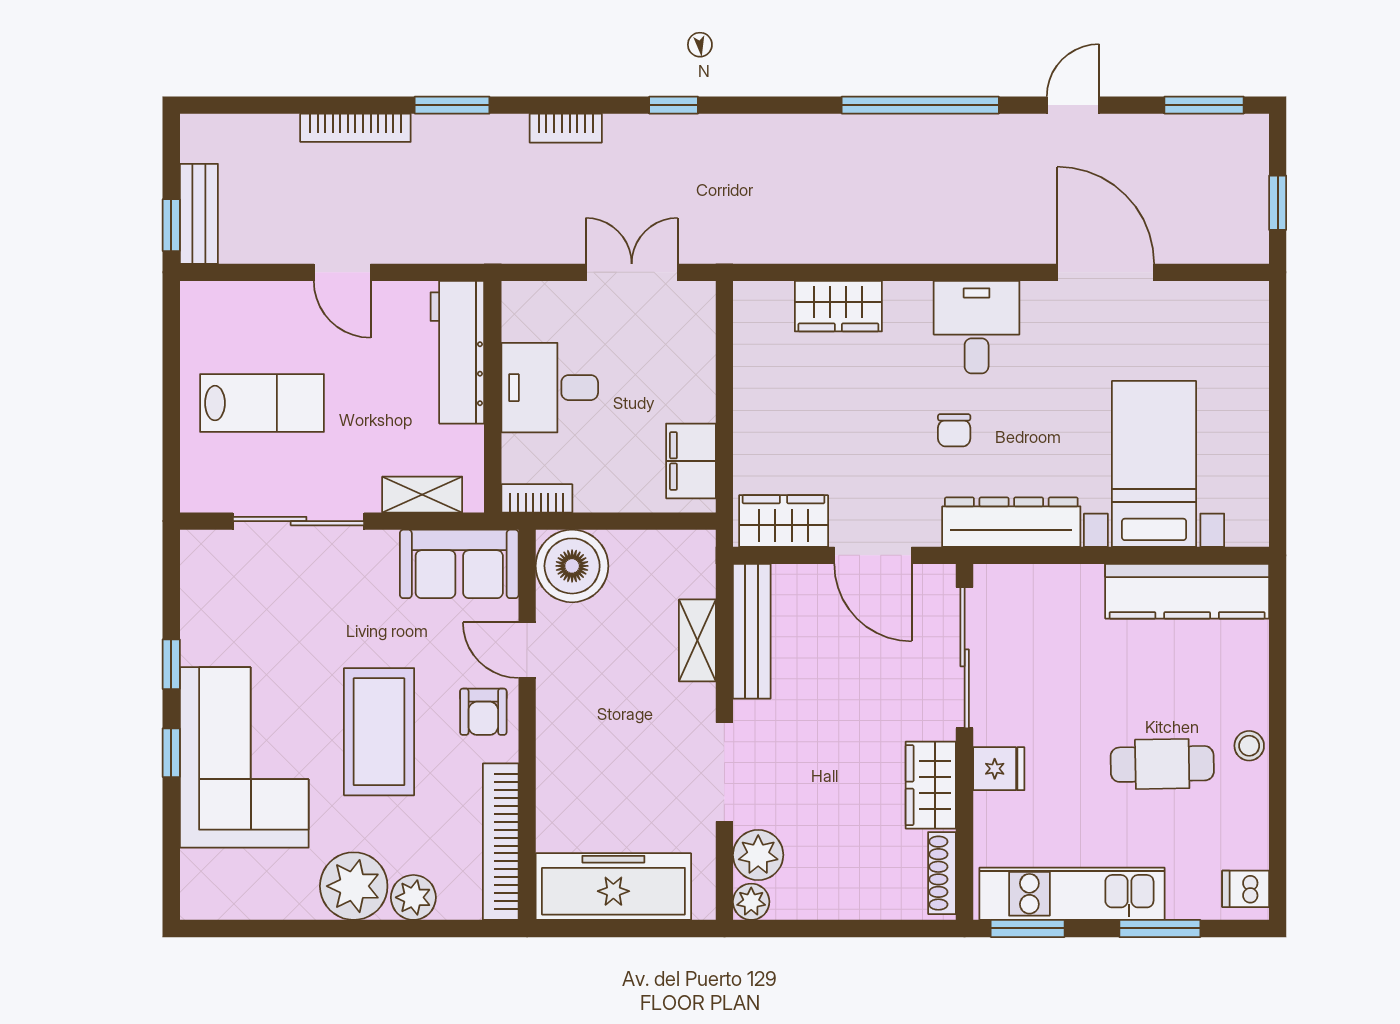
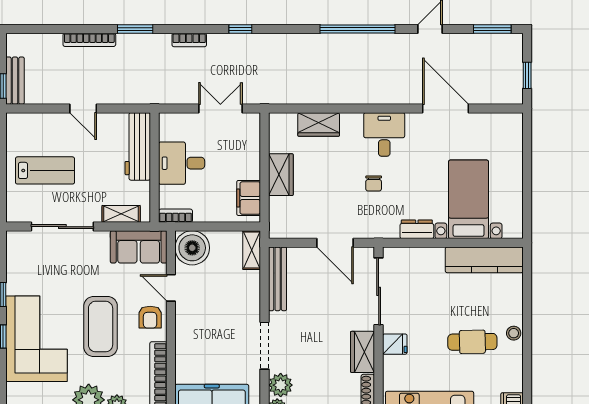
wardrobe: (784, 521) -> (281, 175), moved, turned 90
dresser: (1011, 522) -> (417, 229), width x0.51, depth x0.80
shelving: (697, 640) -> (252, 250), moved

